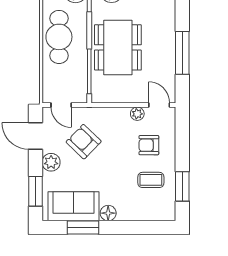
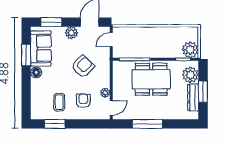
cafe table: (59, 37) -> (158, 38), removed
armchair: (84, 142) -> (83, 66), moved

